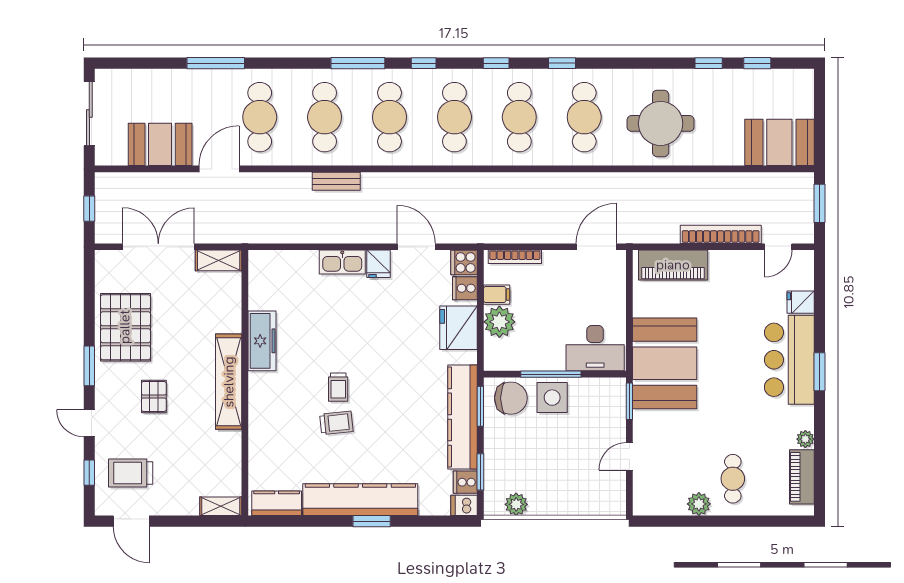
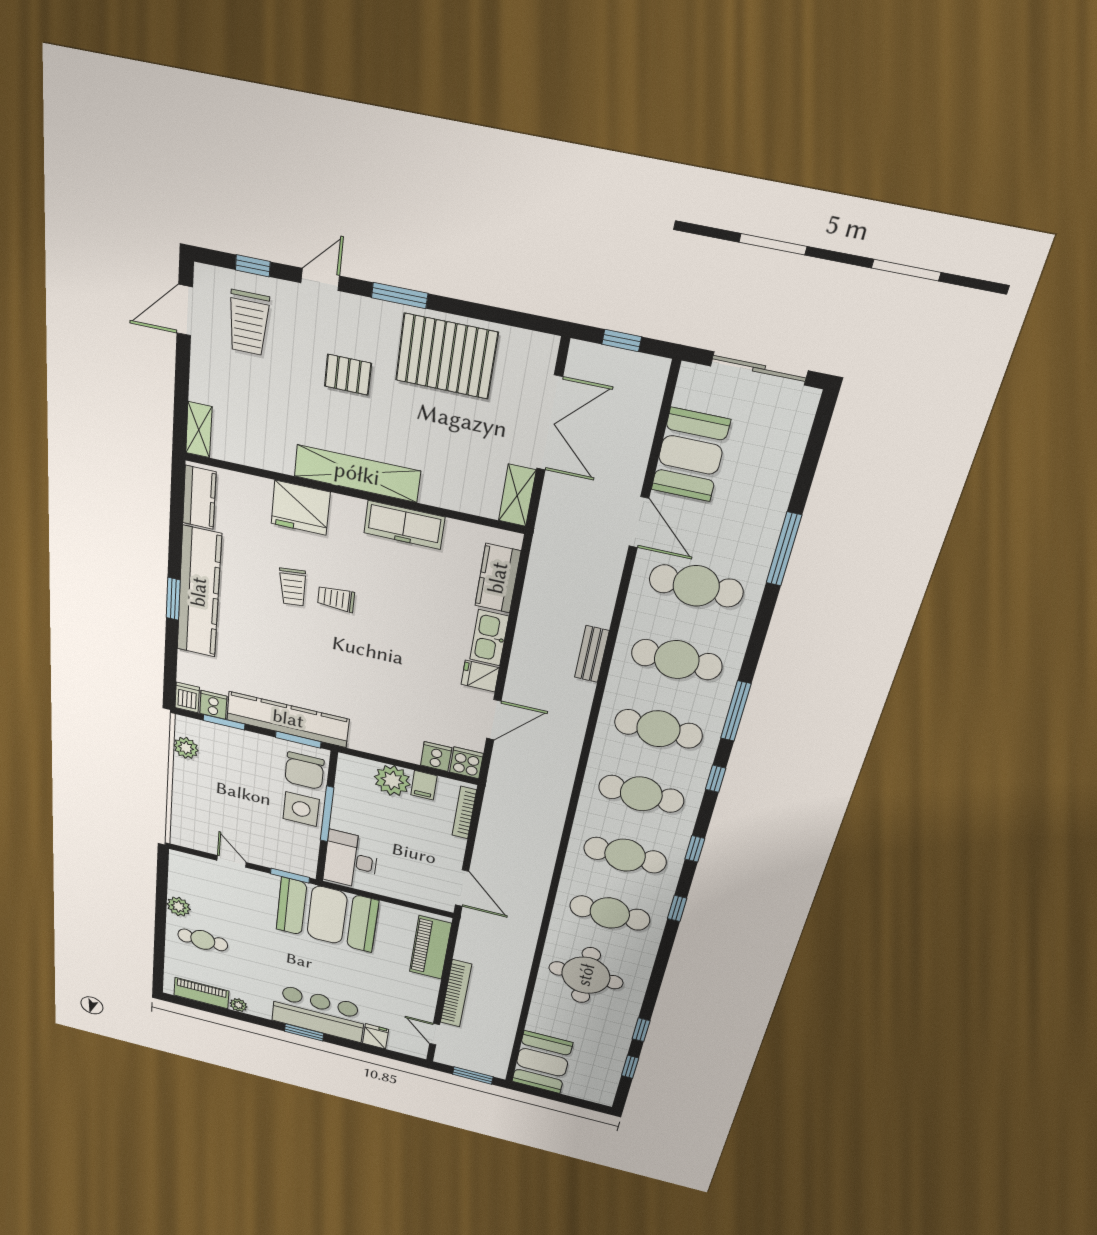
kitchen counter: (289, 264) -> (498, 578), added
fridge: (459, 328) -> (300, 508), moved, turned 180
trolley: (131, 473) -> (249, 323), turned 180

